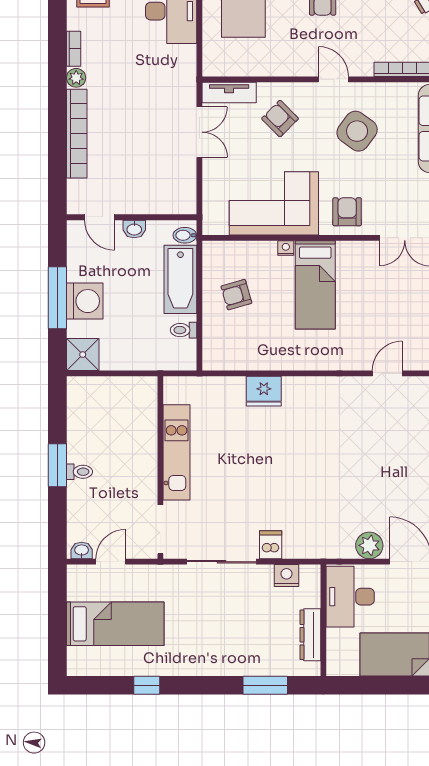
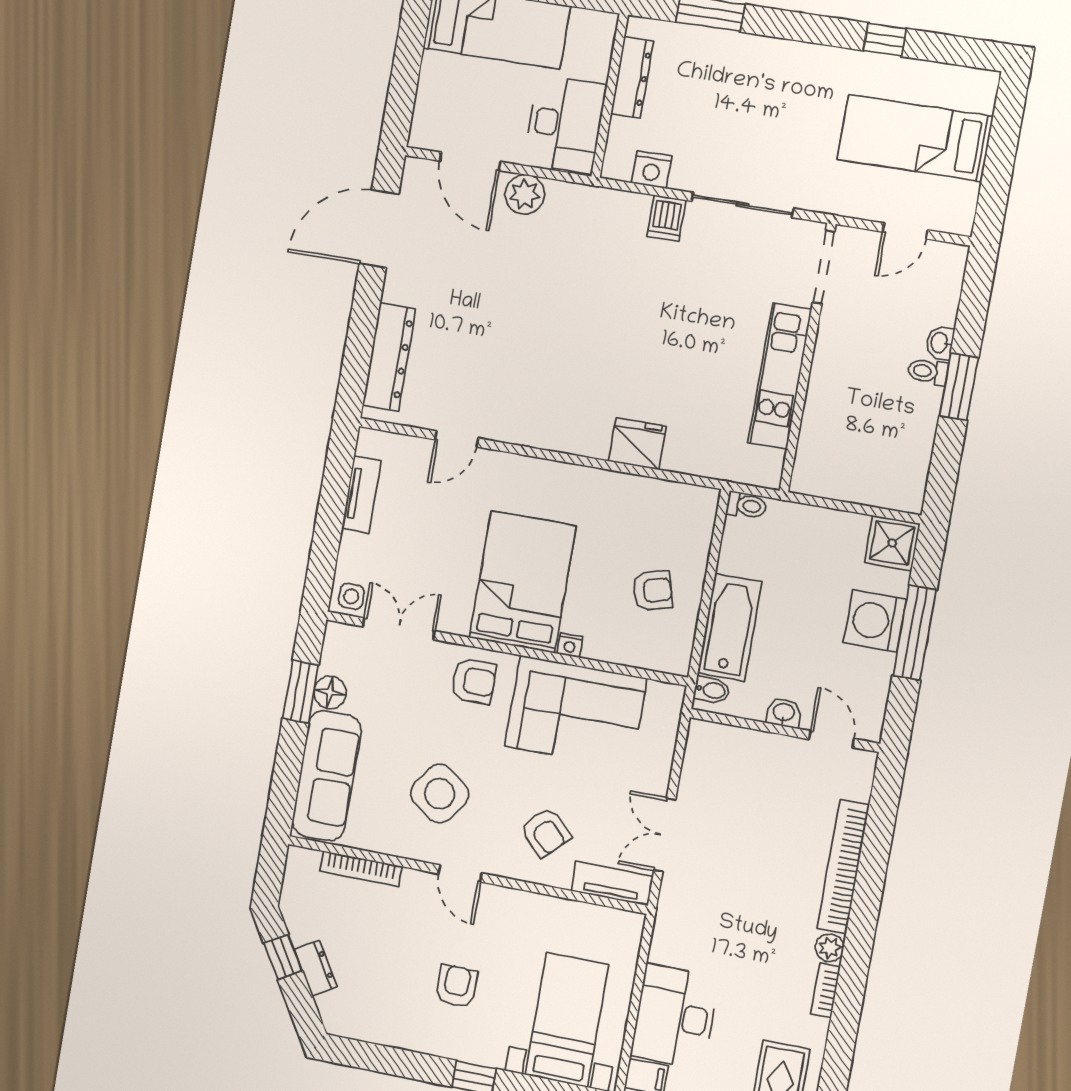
armchair: (347, 212) -> (474, 681), turned -90
bed: (315, 285) -> (523, 582), width x1.50
toilet: (184, 330) -> (746, 505), moved
washbasin: (82, 551) -> (940, 343), moved, turned 90

